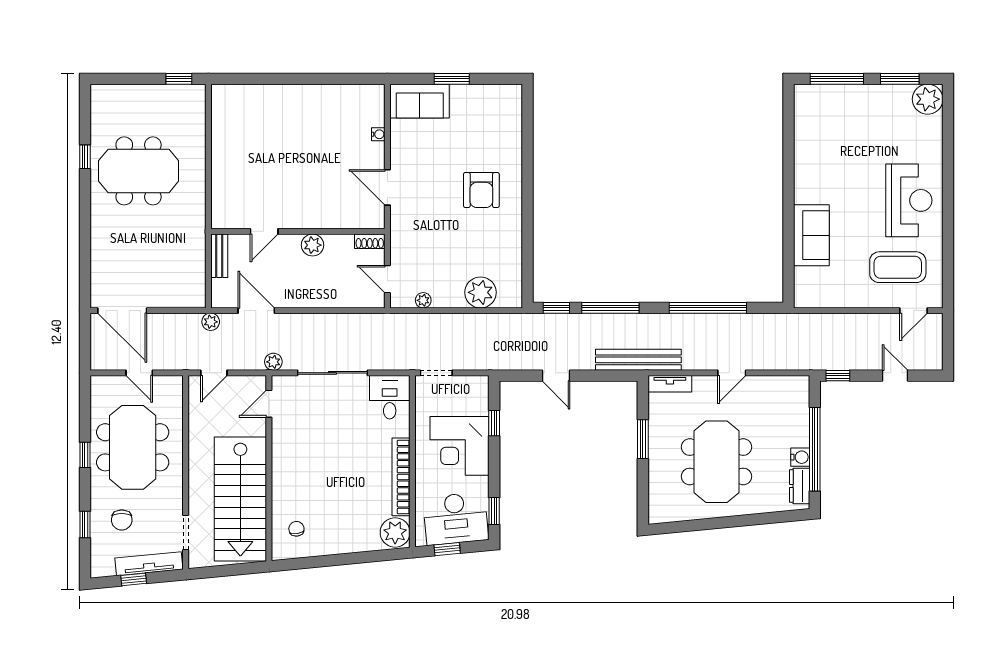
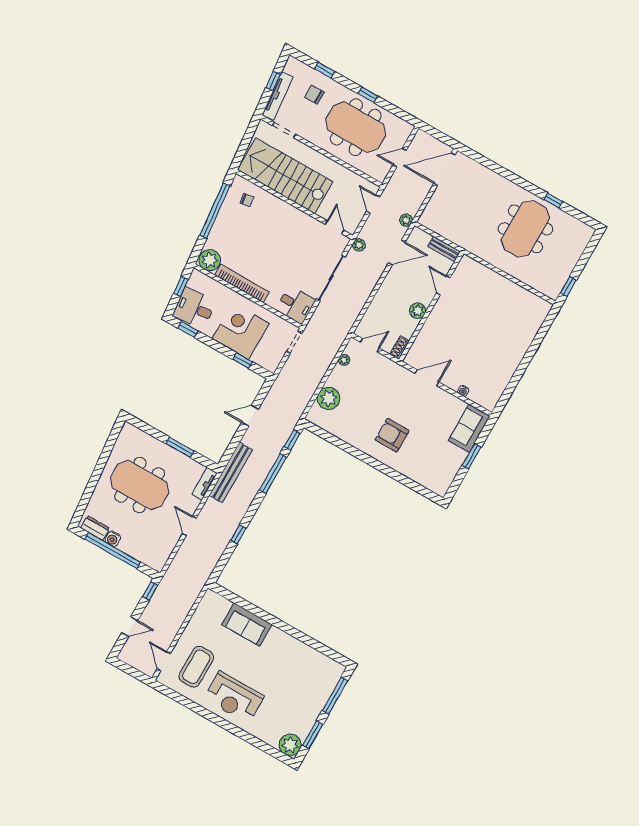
window: (708, 308) -> (238, 534), width x0.32
desk: (456, 519) -> (194, 308), width x0.73
window: (331, 560) -> (215, 211), added

